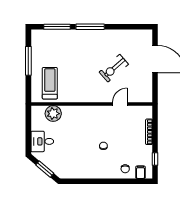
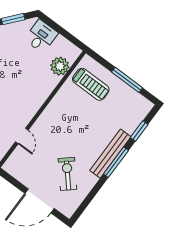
window: (57, 27) -> (139, 131), width x0.69
bench: (87, 35) -> (110, 154), added
exercise bike: (114, 68) -> (67, 174), moved

